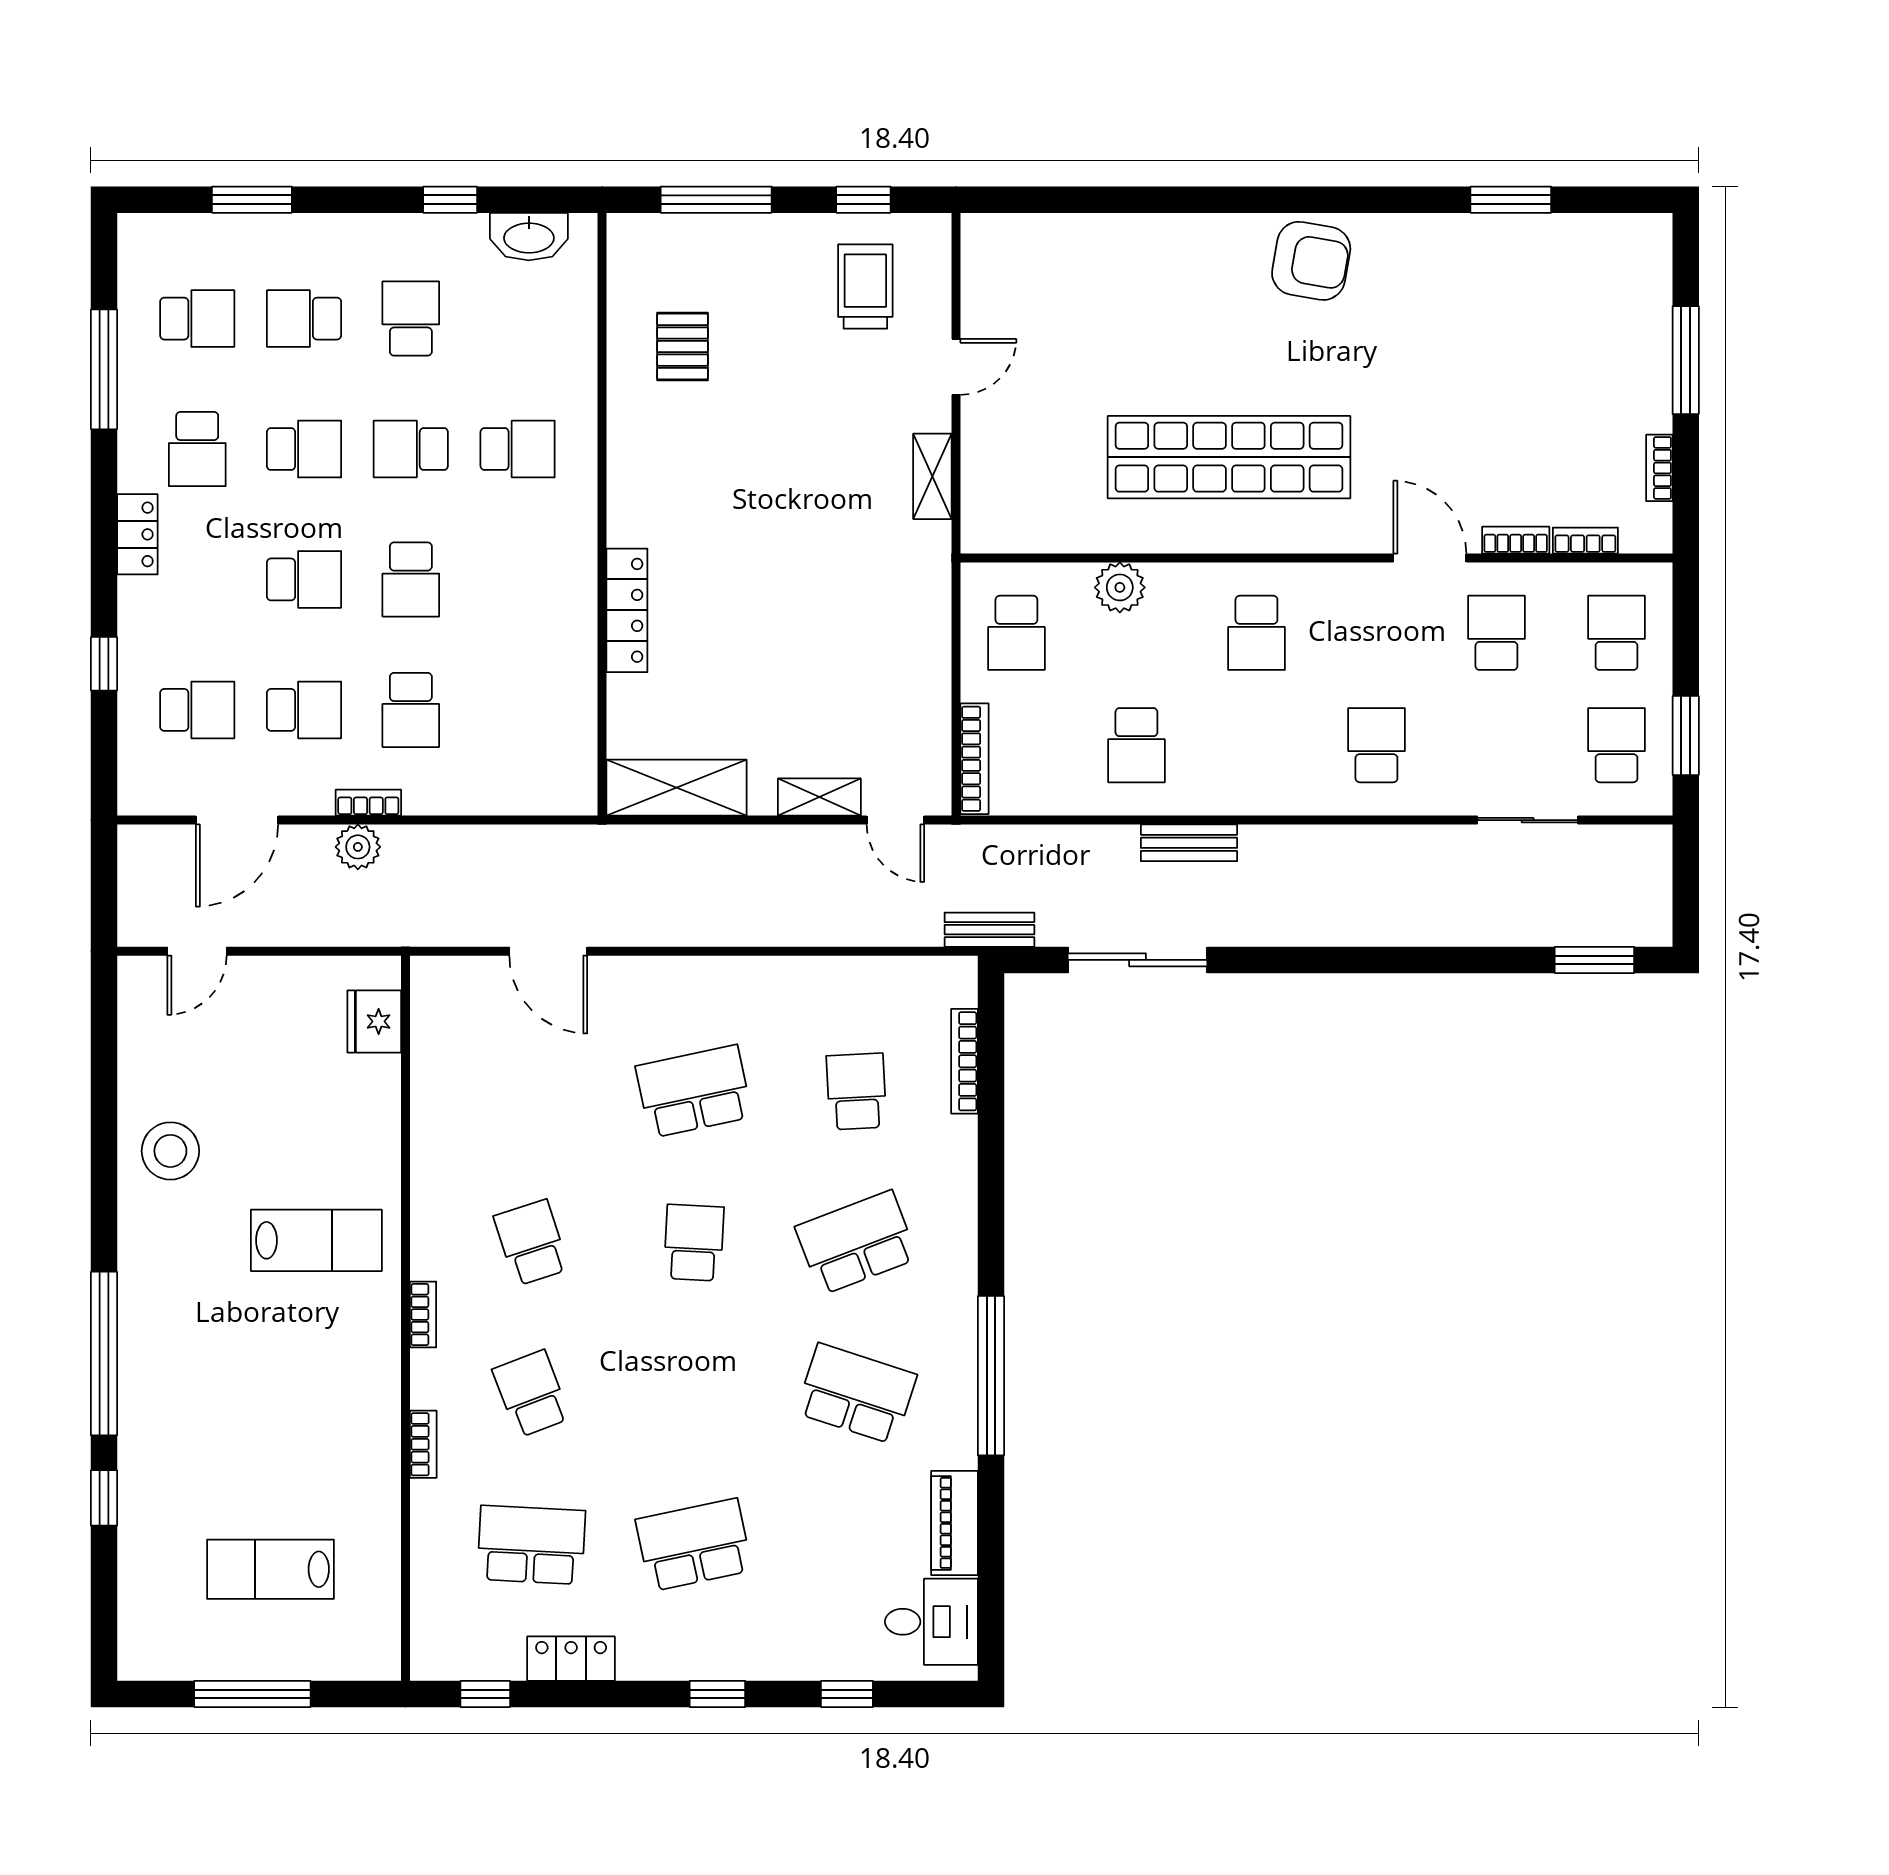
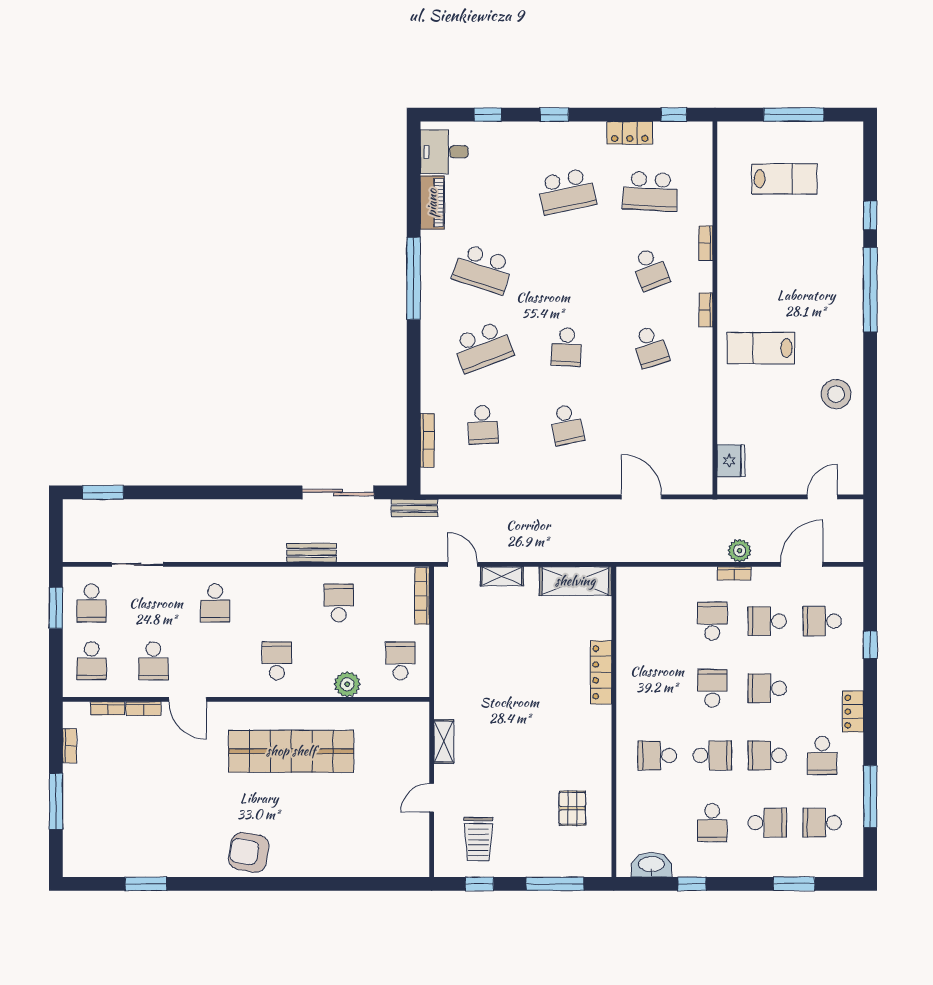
school desk: (197, 449) -> (822, 755), turned 180
school desk: (694, 1091) -> (567, 425), width x0.54

